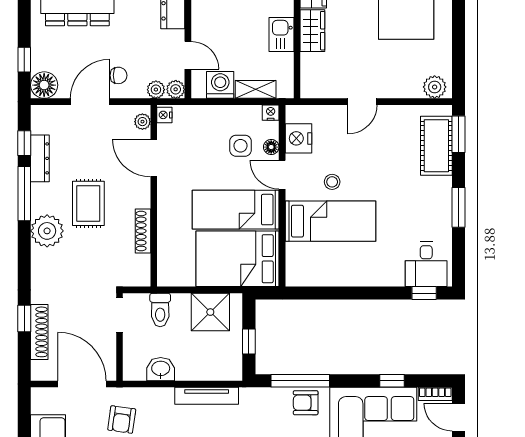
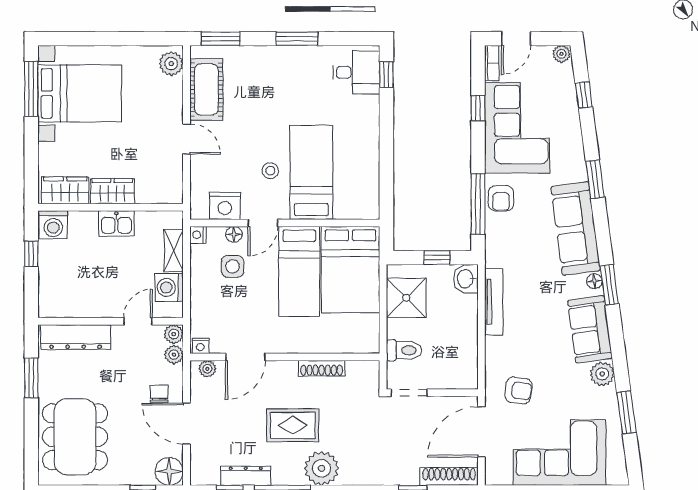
cot: (436, 146) -> (206, 89), moved, turned 90
shoe rack: (39, 332) -> (449, 476), moved
washbasin: (161, 369) -> (466, 279), moved

